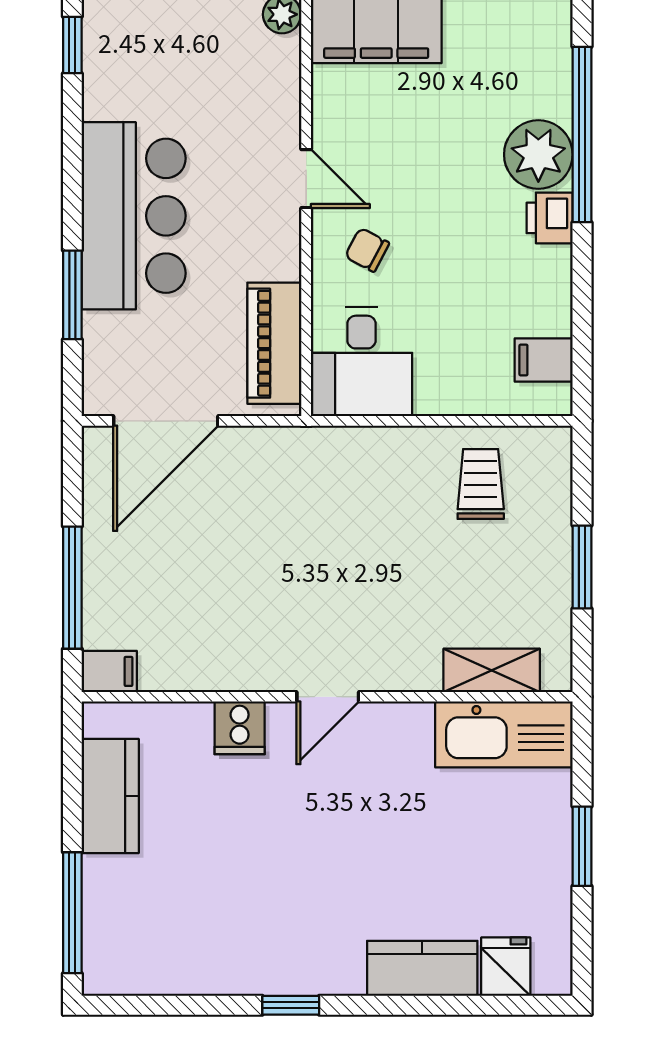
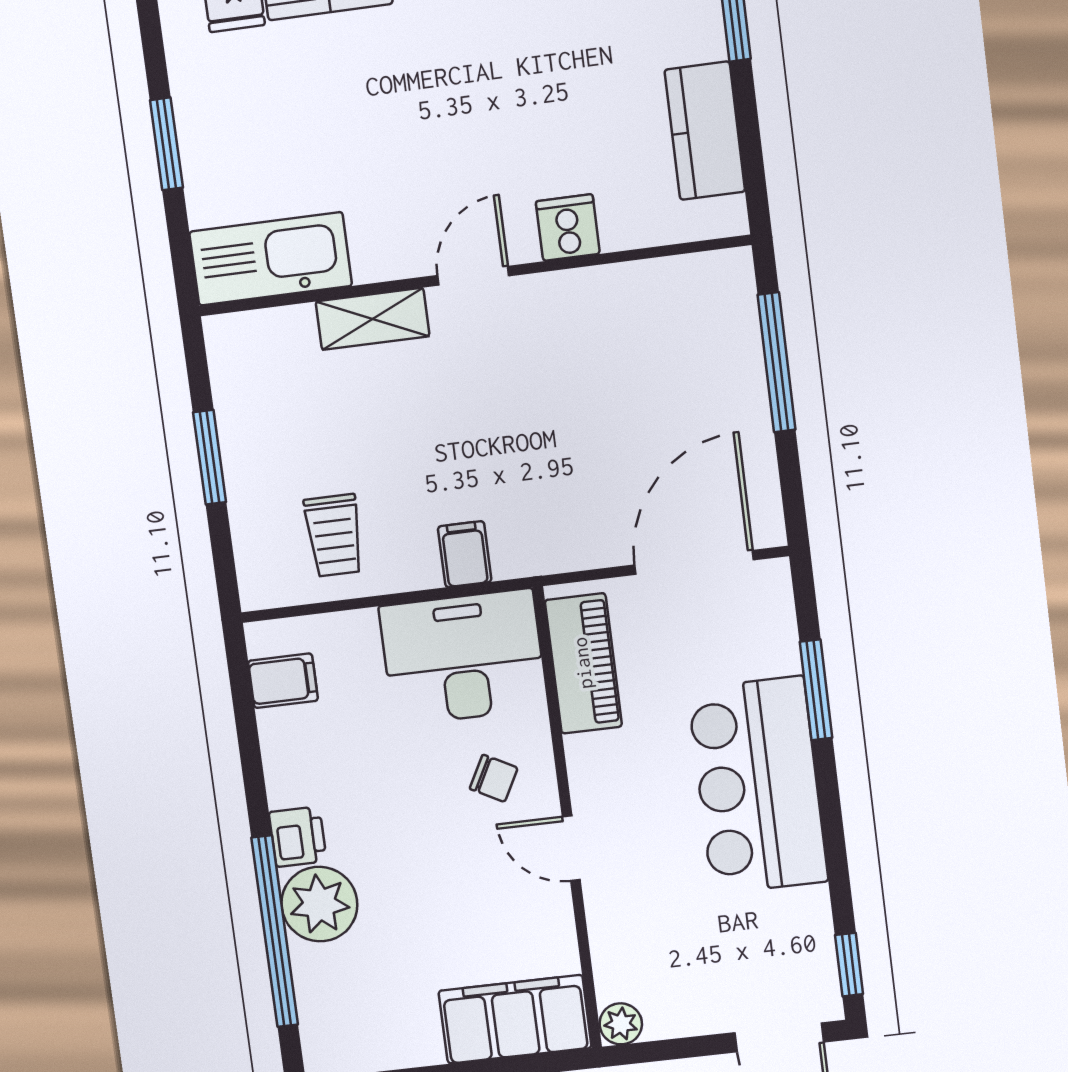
desk: (361, 362) -> (463, 657), width x1.37
shelving: (492, 670) -> (373, 319), moved
filing cabinet: (109, 671) -> (465, 554), moved, turned 90

